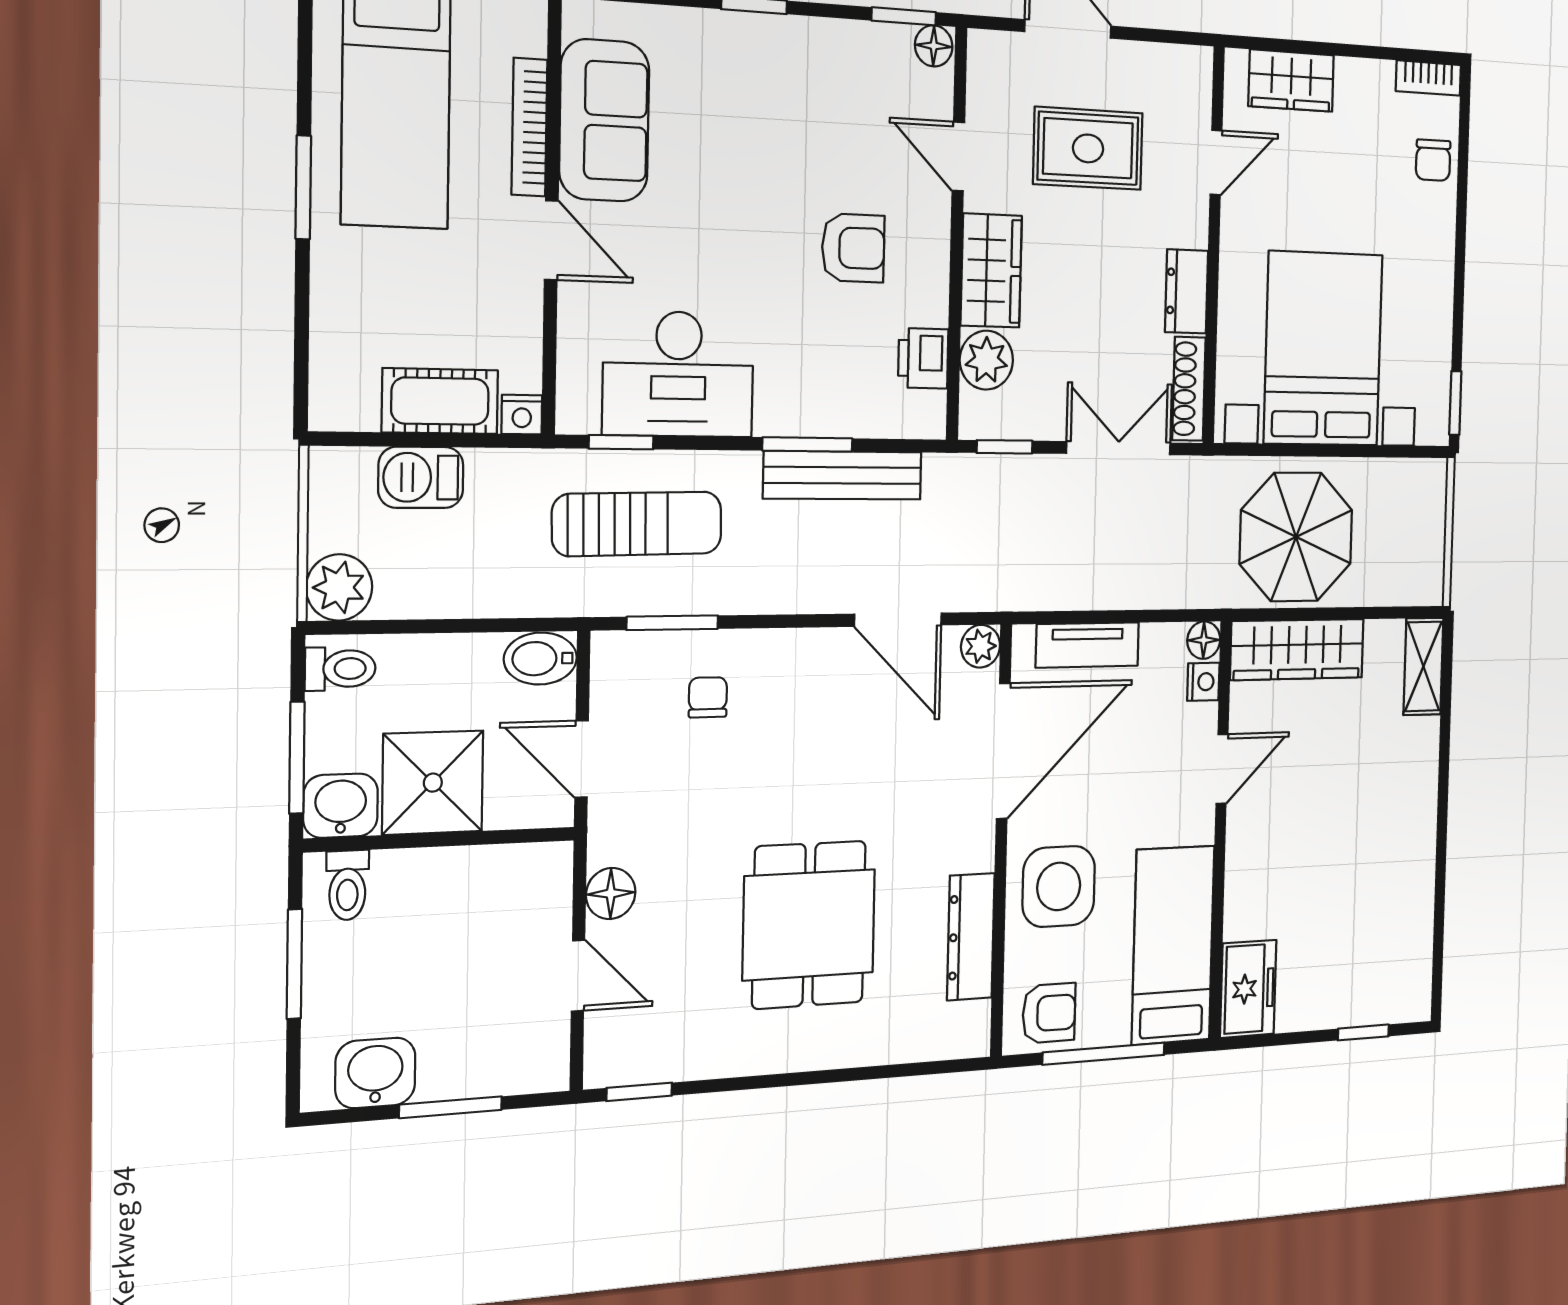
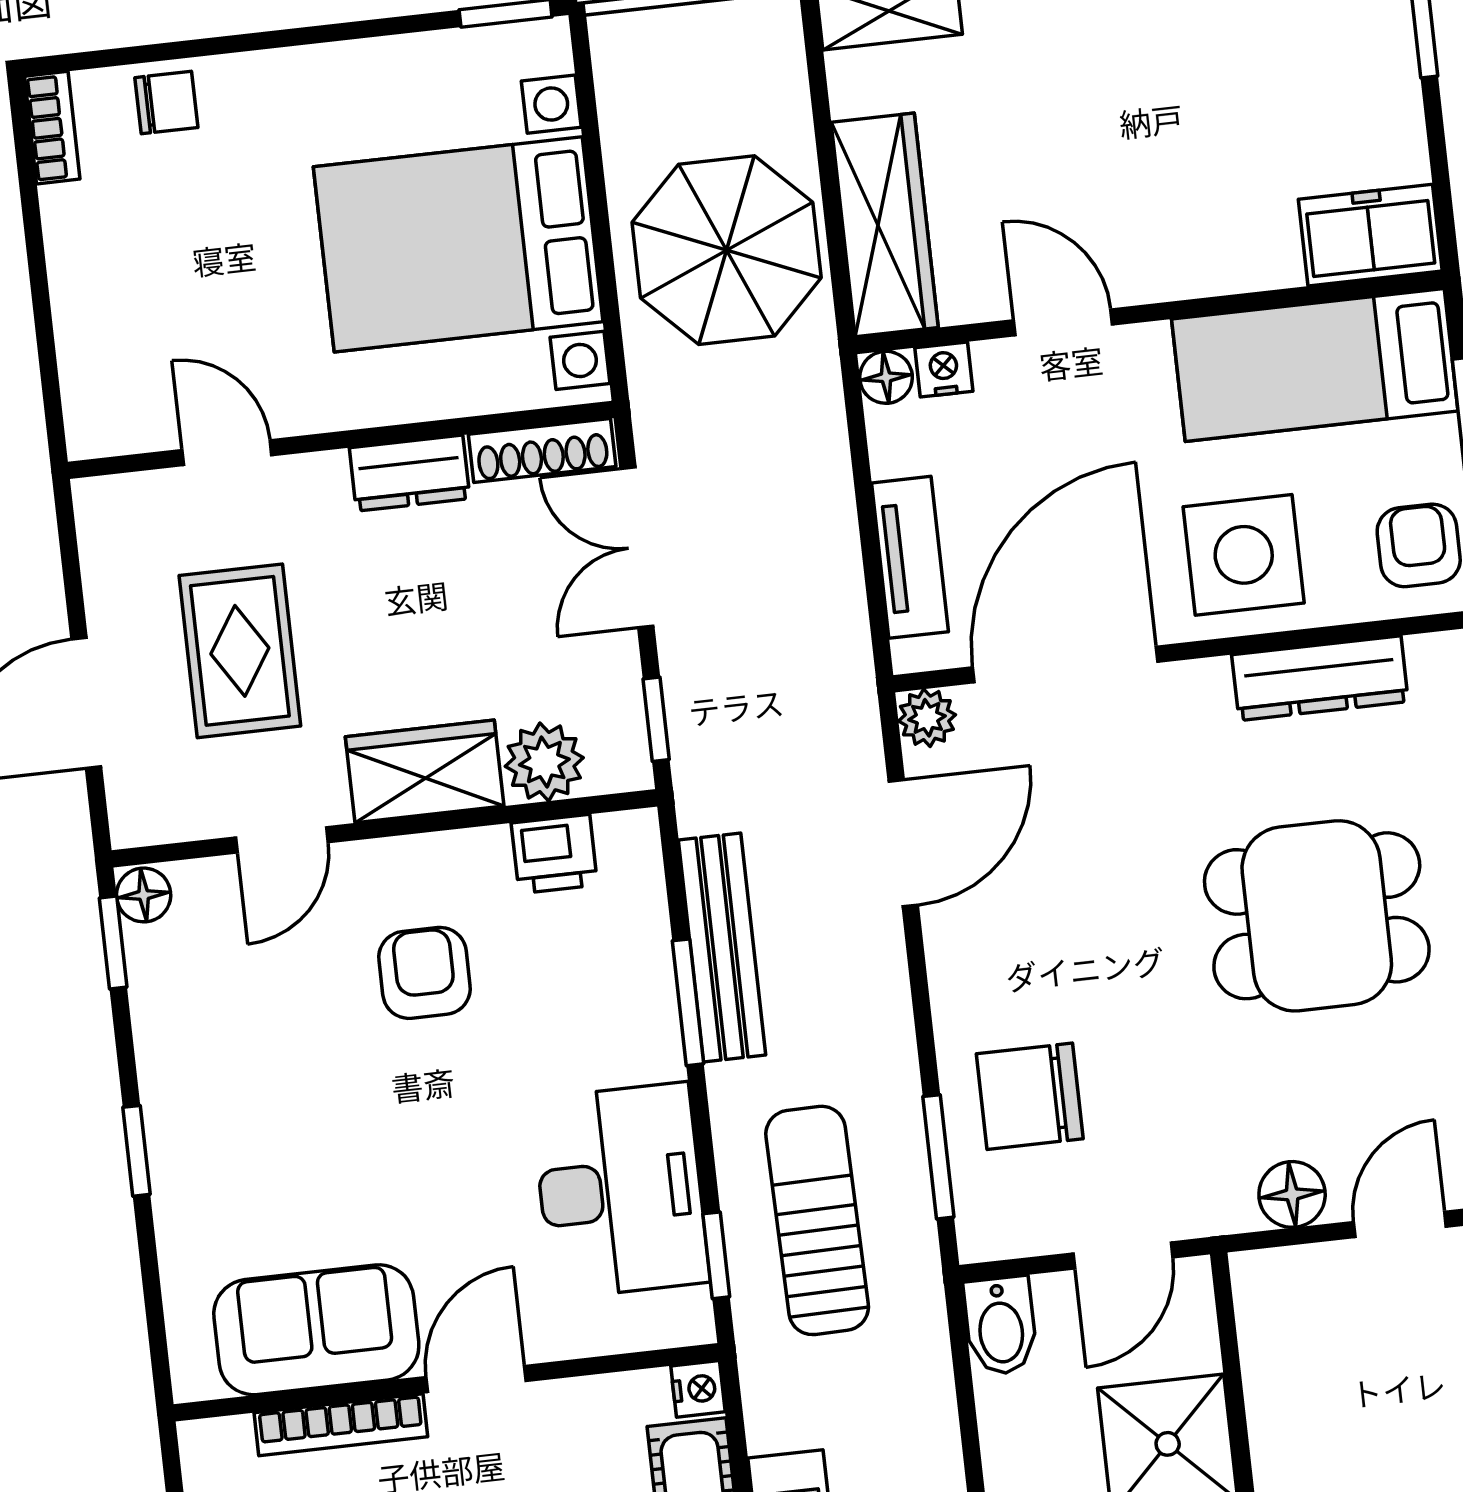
wardrobe: (1291, 81) -> (95, 350), removed
chair: (708, 697) -> (1030, 1096), width x1.87, depth x1.87
door: (1003, 751) -> (1065, 665), hinge flipped

